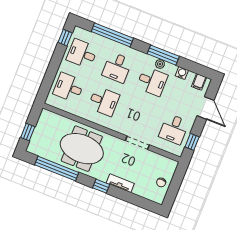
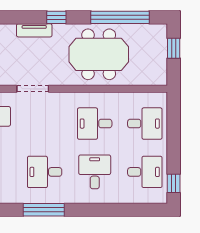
window: (112, 35) -> (117, 210), removed
plant: (160, 64) -> (43, 197), removed
water cooler: (182, 73) -> (12, 197), removed

